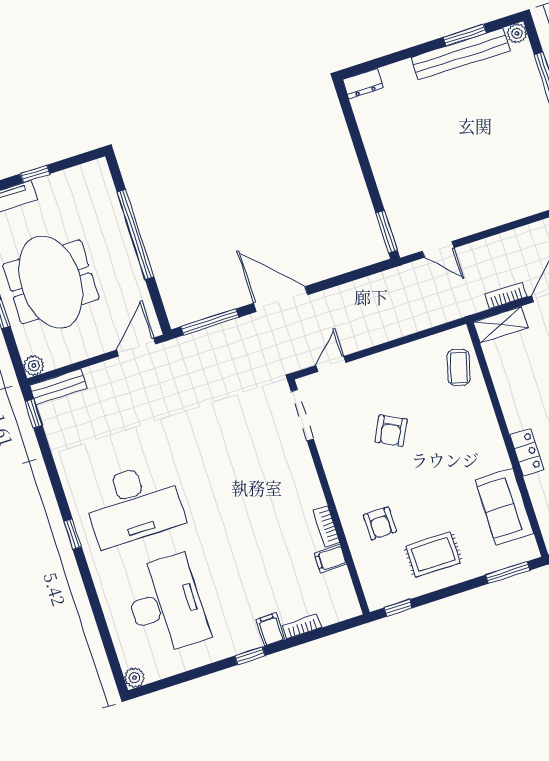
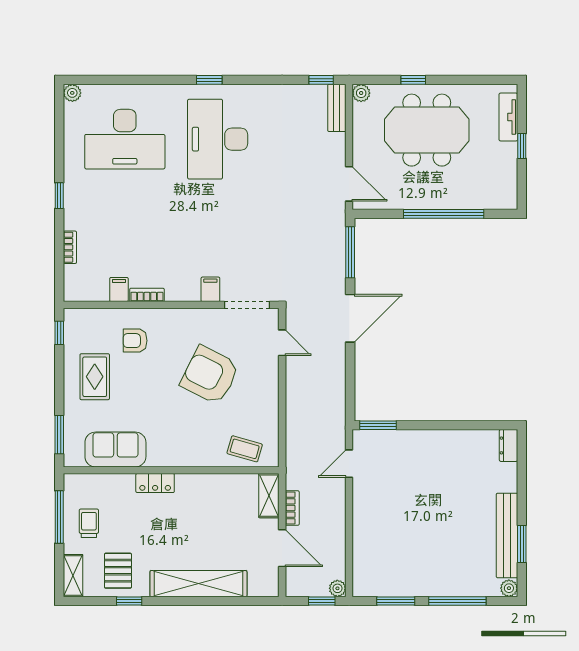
armchair: (391, 431) -> (210, 375), width x1.88, depth x1.88
filing cabinet: (270, 629) -> (210, 289), moved, turned -90

